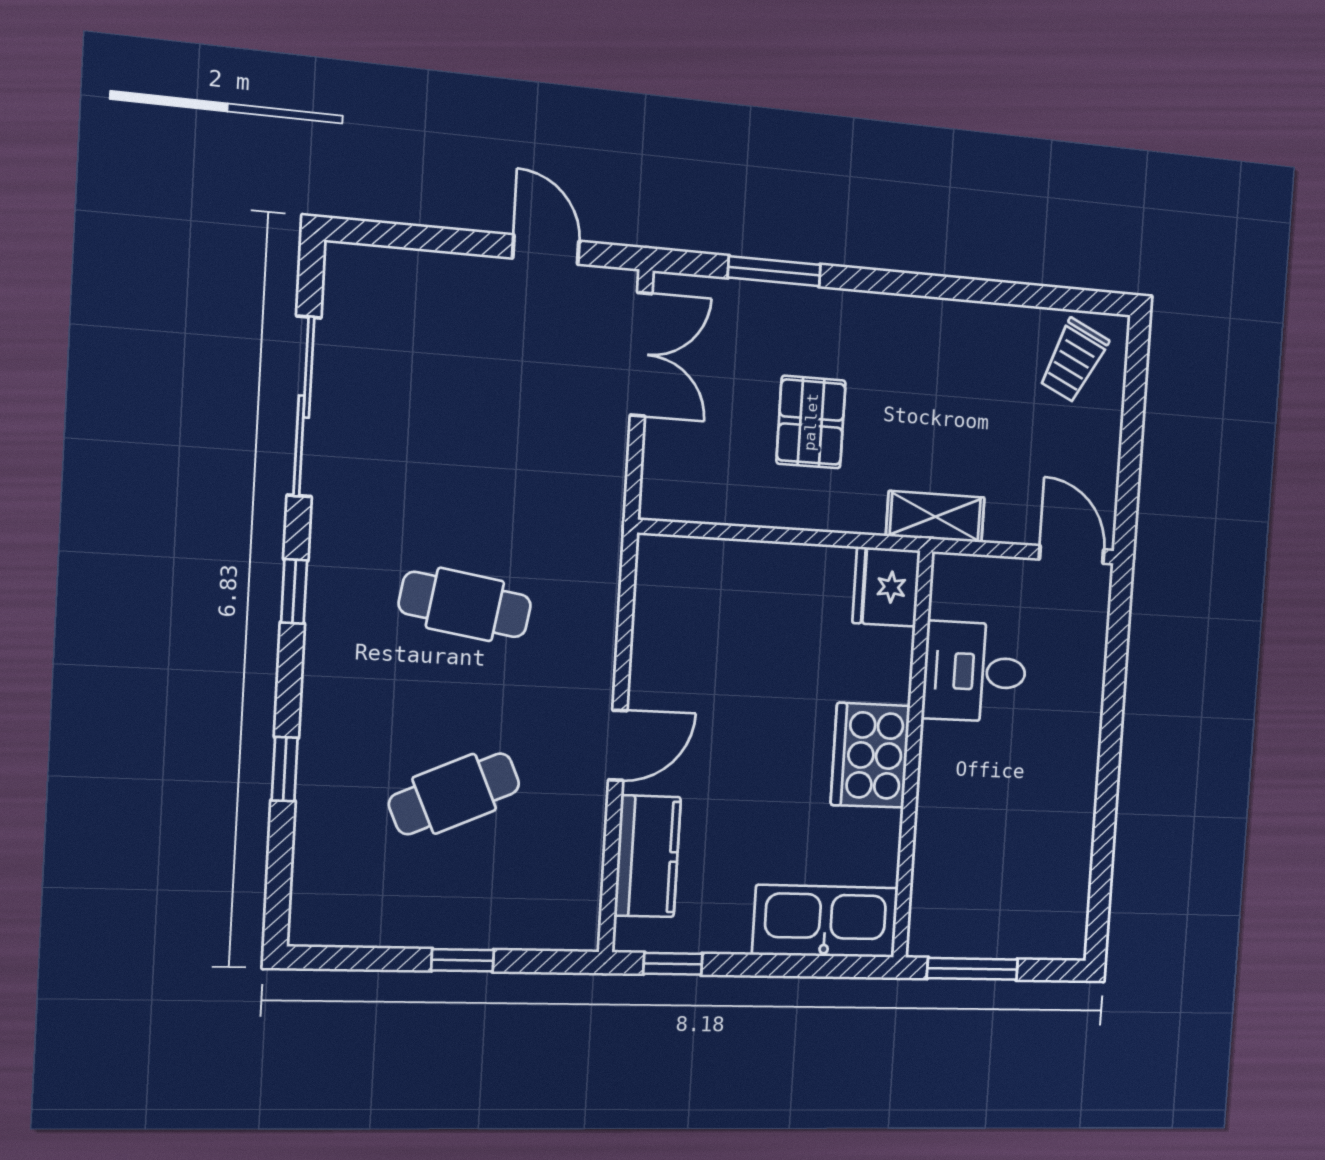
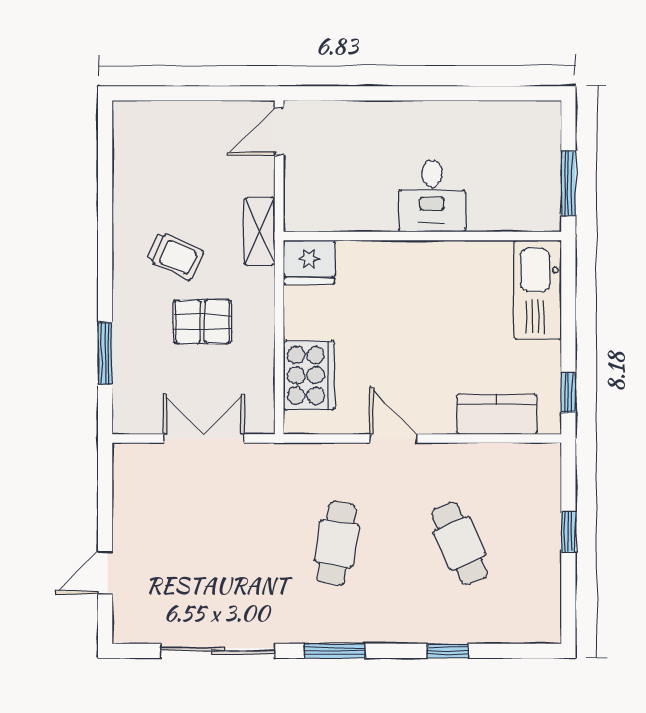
door: (546, 250) -> (105, 573), moved
double door: (641, 354) -> (204, 439), moved
trolley: (1074, 360) -> (175, 256), moved
window: (294, 591) -> (334, 651), width x1.50
desk: (975, 672) -> (432, 196), moved
door: (618, 745) -> (393, 439), moved
cooker: (870, 755) -> (309, 375), moved, turned -90

